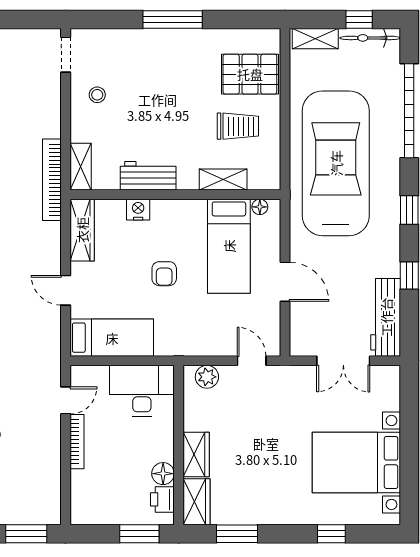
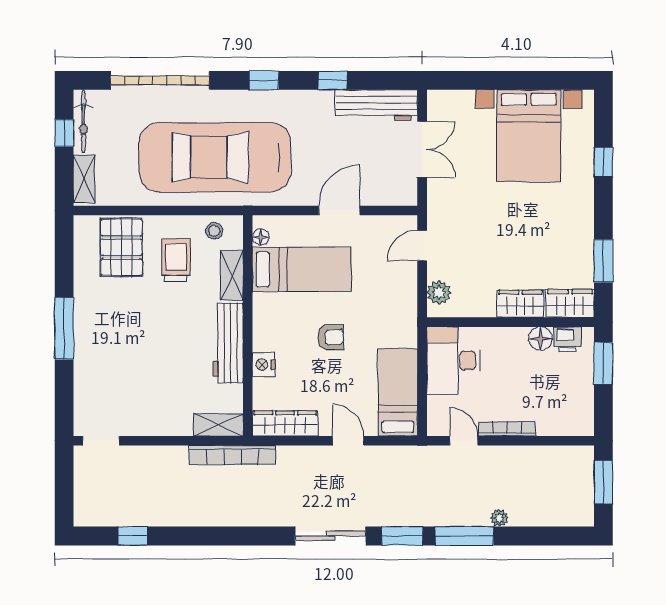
stool: (97, 95) -> (214, 231), moved
workbench: (148, 176) -> (228, 343), width x1.38
door: (66, 290) -> (348, 441), swing flipped

